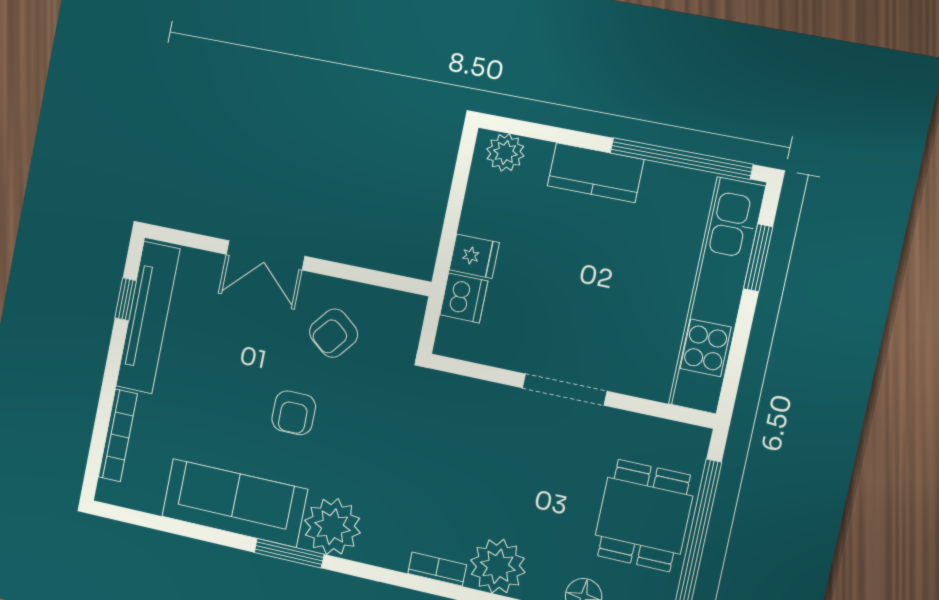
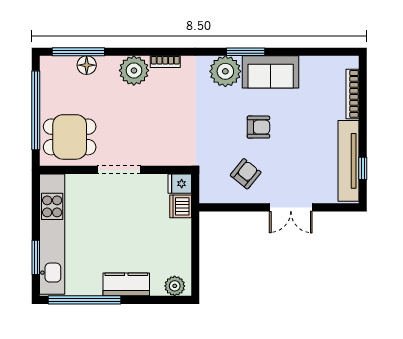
double door: (265, 255) -> (291, 207), swing flipped
fridge: (474, 256) -> (180, 184), moved
armchair: (294, 413) -> (258, 127), turned 90
sofa: (234, 503) -> (271, 72), width x0.73
dining table: (644, 516) -> (70, 137), moved, turned 90

